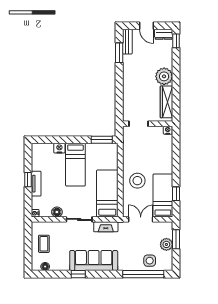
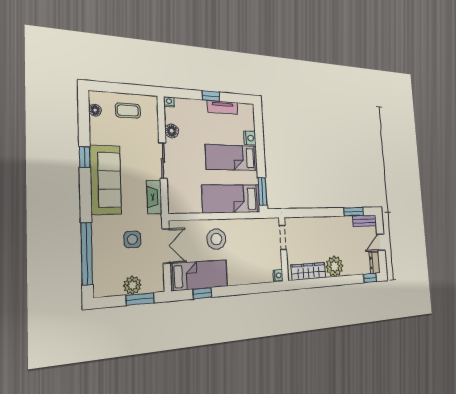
tv unit: (36, 184) -> (223, 107), moved
bed: (107, 193) -> (231, 199), moved, turned 180
side table: (150, 261) -> (132, 239), moved

